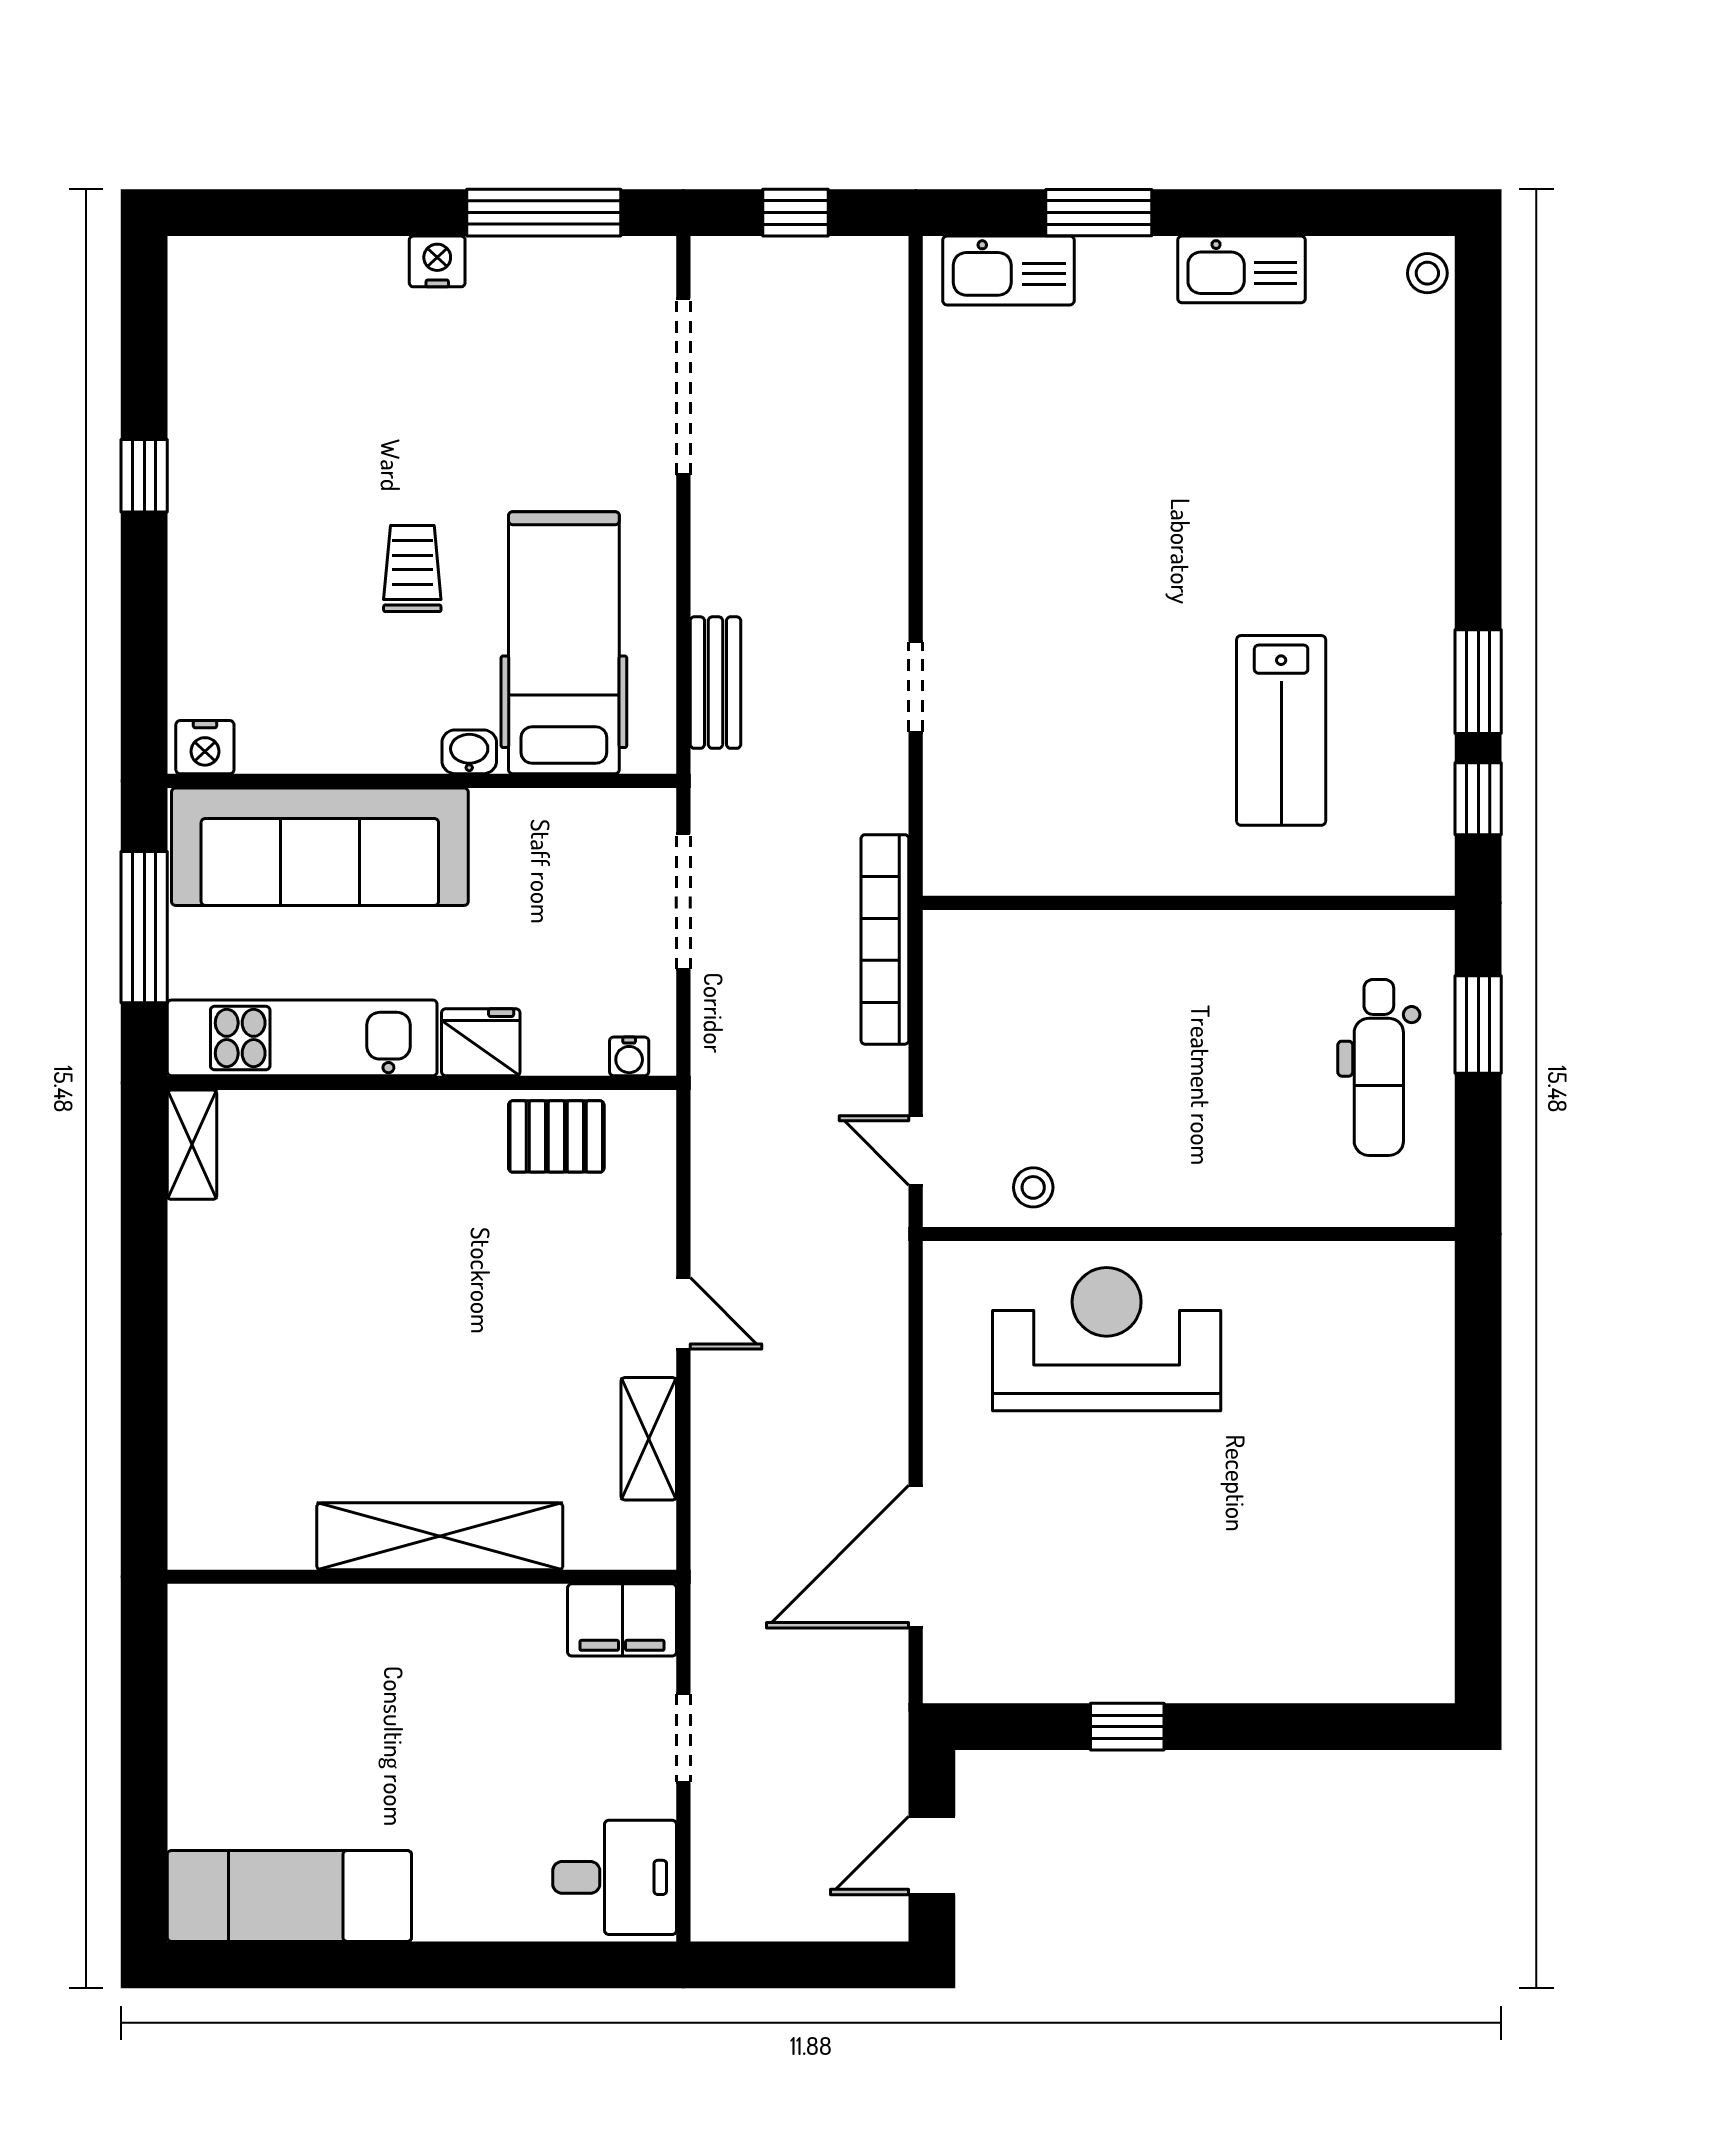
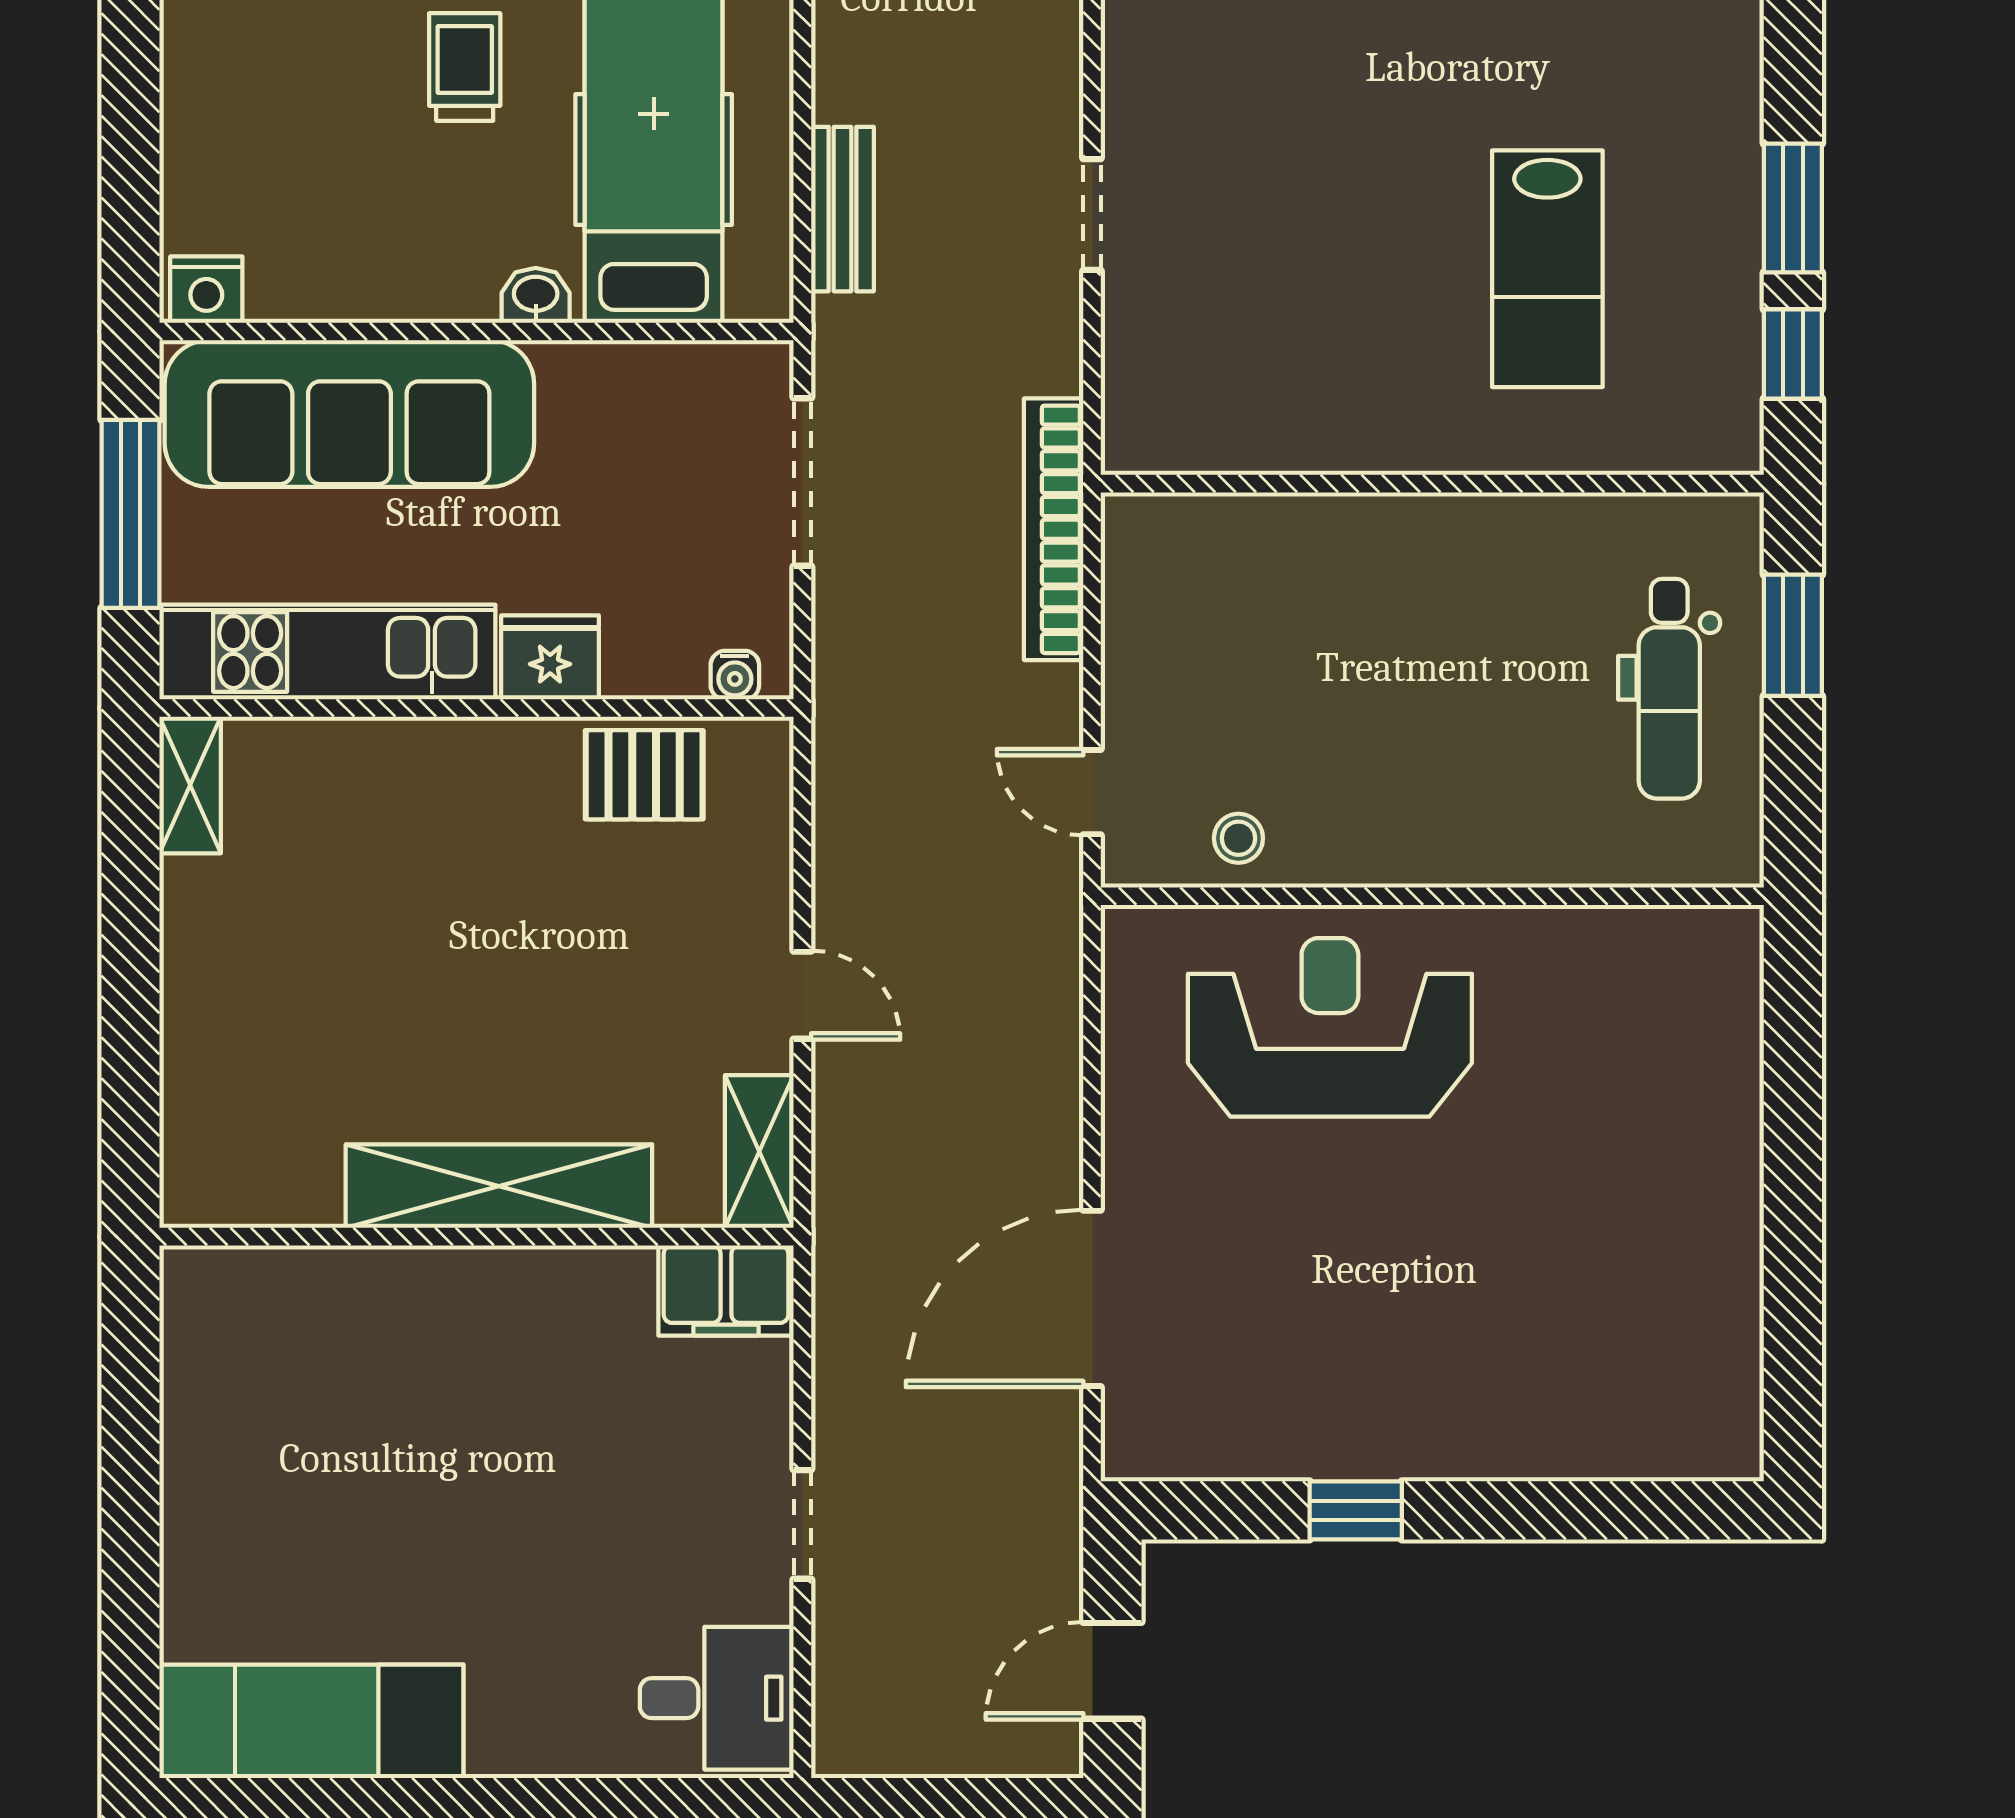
shelving: (440, 1536) -> (499, 1186), moved
wall: (422, 1577) -> (477, 1237), moved
filing cabinet: (622, 1620) -> (726, 1290), moved

